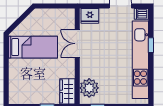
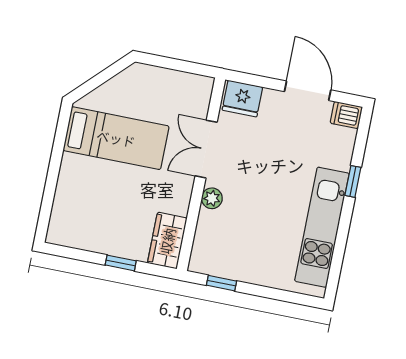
kitchen unit: (140, 60) -> (322, 227), width x0.73
plant: (89, 88) -> (212, 198), moved, width x0.53, depth x0.53

